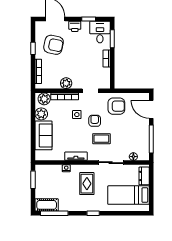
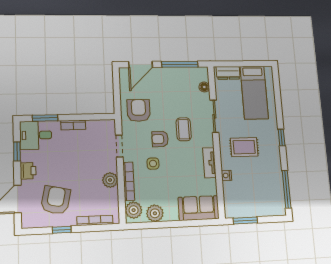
sofa: (44, 135) -> (199, 208), moved
cot: (47, 205) -> (277, 200), removed

